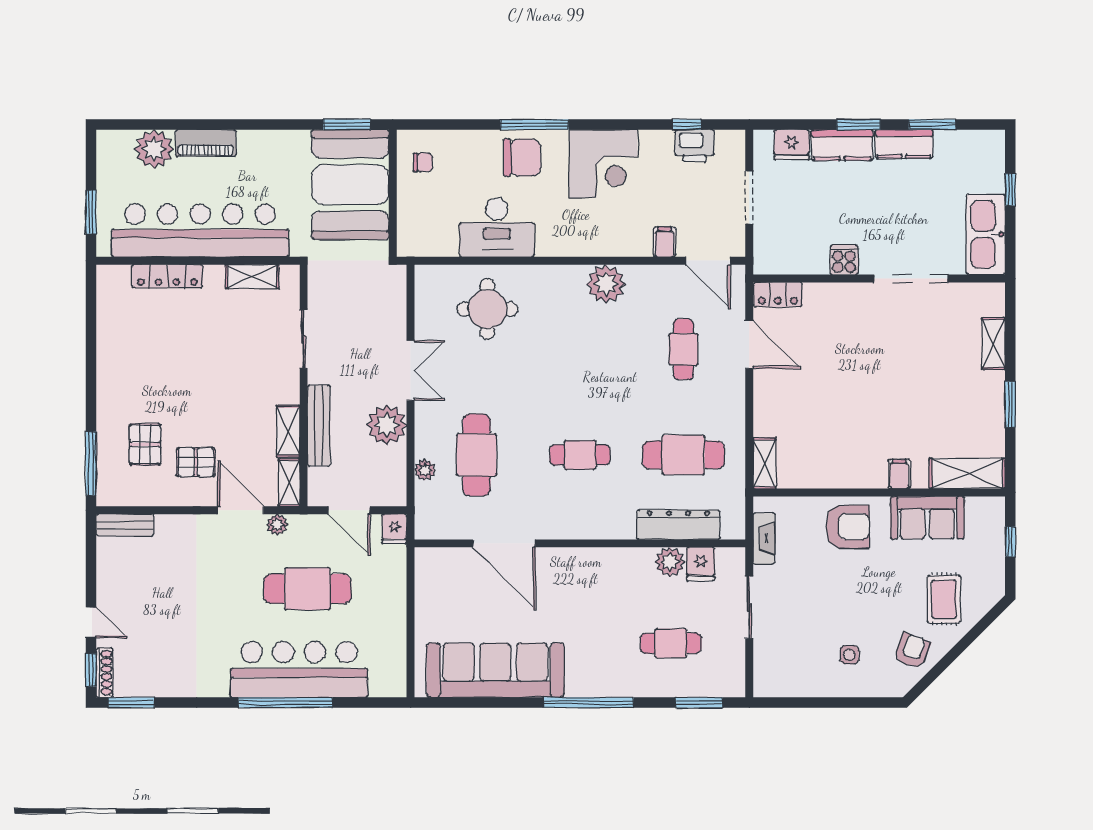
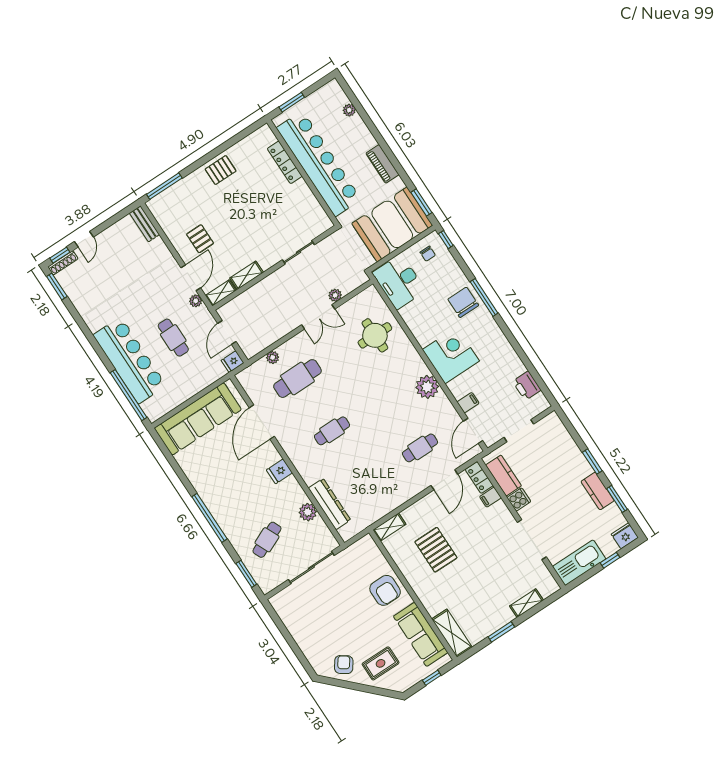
window: (687, 124) -> (446, 240), moved
piano: (206, 143) -> (382, 164), moved
fridge: (792, 145) -> (625, 536), moved, turned 90
kitchen counter: (842, 145) -> (504, 475), moved, turned 180
plant: (154, 149) -> (349, 110), width x0.53, depth x0.53
chair: (522, 158) -> (463, 302), turned 180
corner desk: (603, 164) -> (451, 355), moved, turned 180
desk: (497, 227) -> (399, 282), moved
shelving: (252, 277) -> (313, 205), removed
pallet: (838, 420) -> (436, 550), added
plant: (387, 425) -> (335, 295), moved, width x0.53, depth x0.53
bench: (319, 426) -> (260, 289), removed
pallet: (145, 444) -> (221, 170), moved
cafe table: (580, 455) -> (332, 431), turned 90
cafe table: (683, 455) -> (367, 483), removed
filing cabinet: (899, 474) -> (490, 497), moved, turned 180
sofa: (927, 518) -> (421, 634), width x1.36
fireplace: (764, 538) -> (351, 552), removed
fridge: (701, 564) -> (279, 471), moved
cafe table: (307, 589) -> (173, 338), width x0.73, depth x0.74
sliding door: (749, 607) -> (311, 568), width x1.37
cafe table: (671, 643) -> (267, 540), turned 66
armchair: (912, 651) -> (344, 665), turned -76
side table: (849, 655) -> (321, 634), removed
sofa: (495, 670) -> (198, 419), moved, turned 90
window: (285, 703) -> (128, 395), moved

